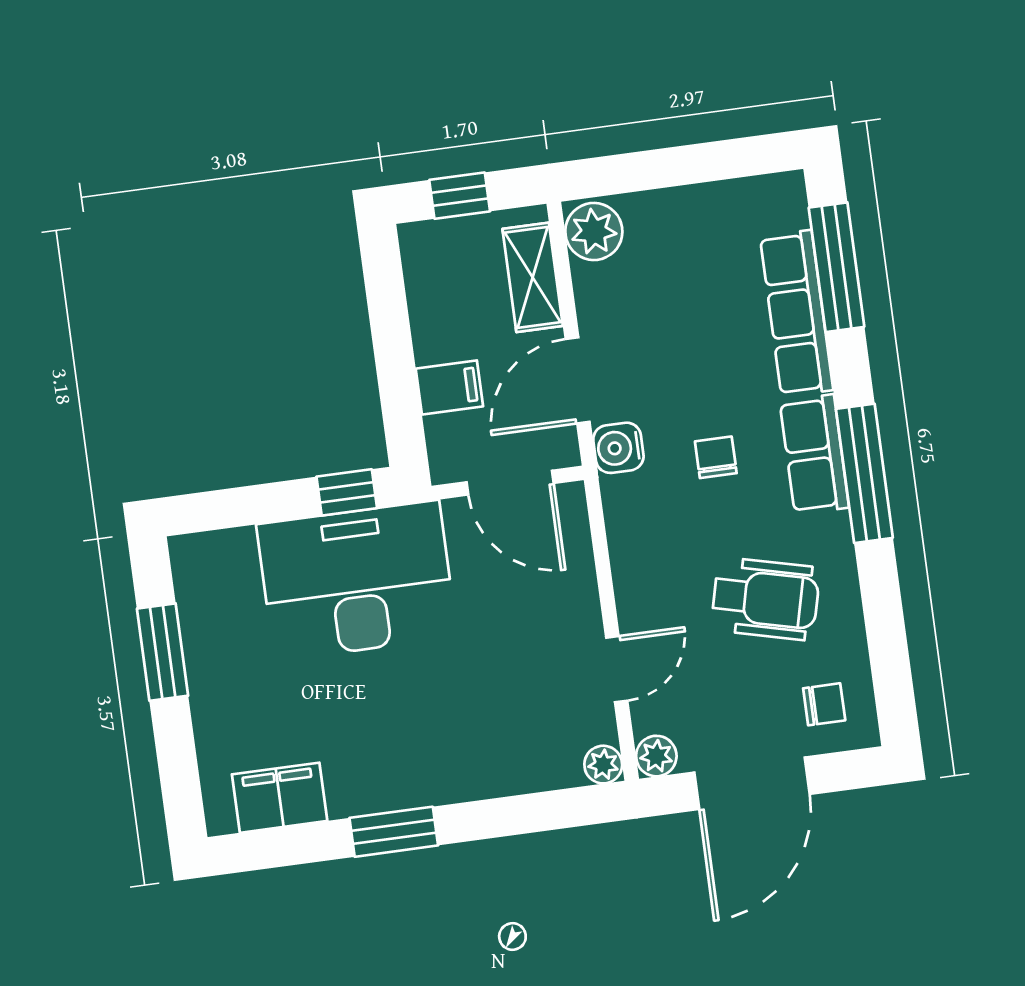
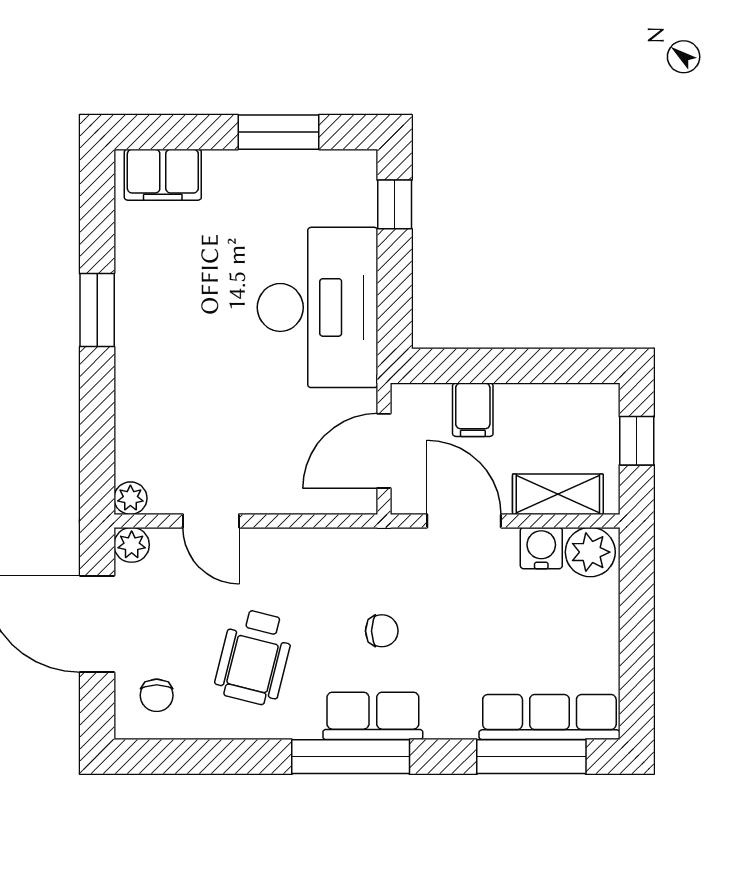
row of seats: (797, 313) -> (549, 717), moved
water cooler: (618, 448) -> (541, 548), moved
window: (347, 492) -> (395, 204), moved
filing cabinet: (280, 798) -> (163, 175), moved, turned 90

